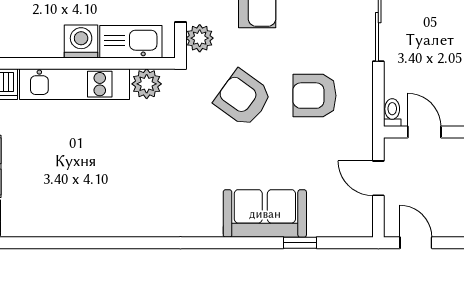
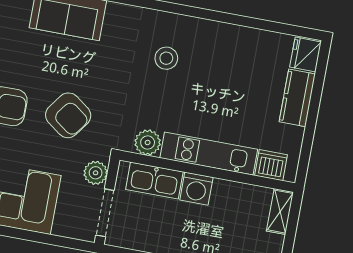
stool: (143, 184) -> (166, 58), added

